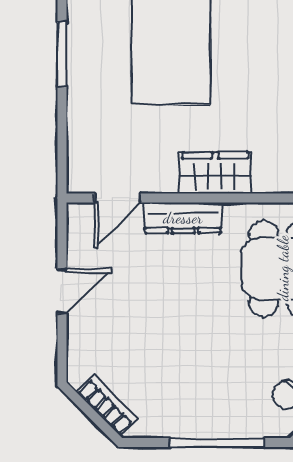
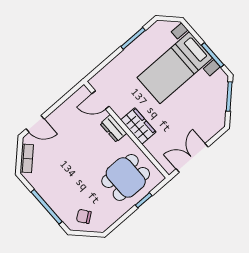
dresser: (183, 218) -> (113, 128), width x0.70
door: (62, 291) -> (35, 124), moved

